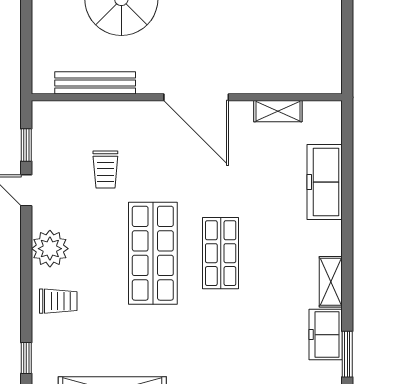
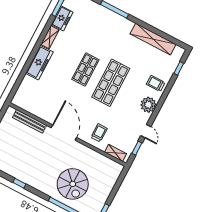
bench: (95, 83) -> (30, 121), moved
shelving: (278, 111) -> (116, 153), moved
trolley: (105, 169) -> (99, 133), moved
freezer: (325, 182) -> (39, 63), moved

